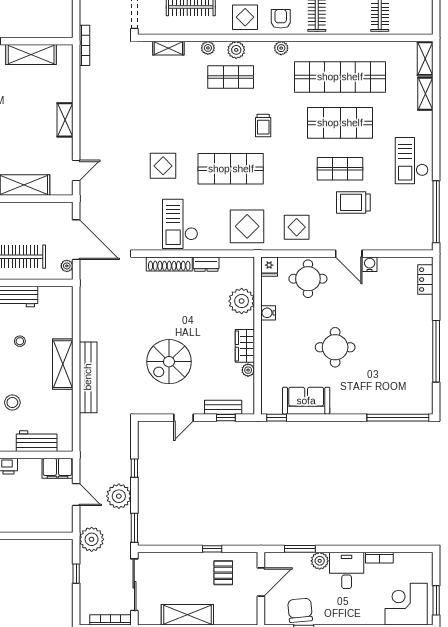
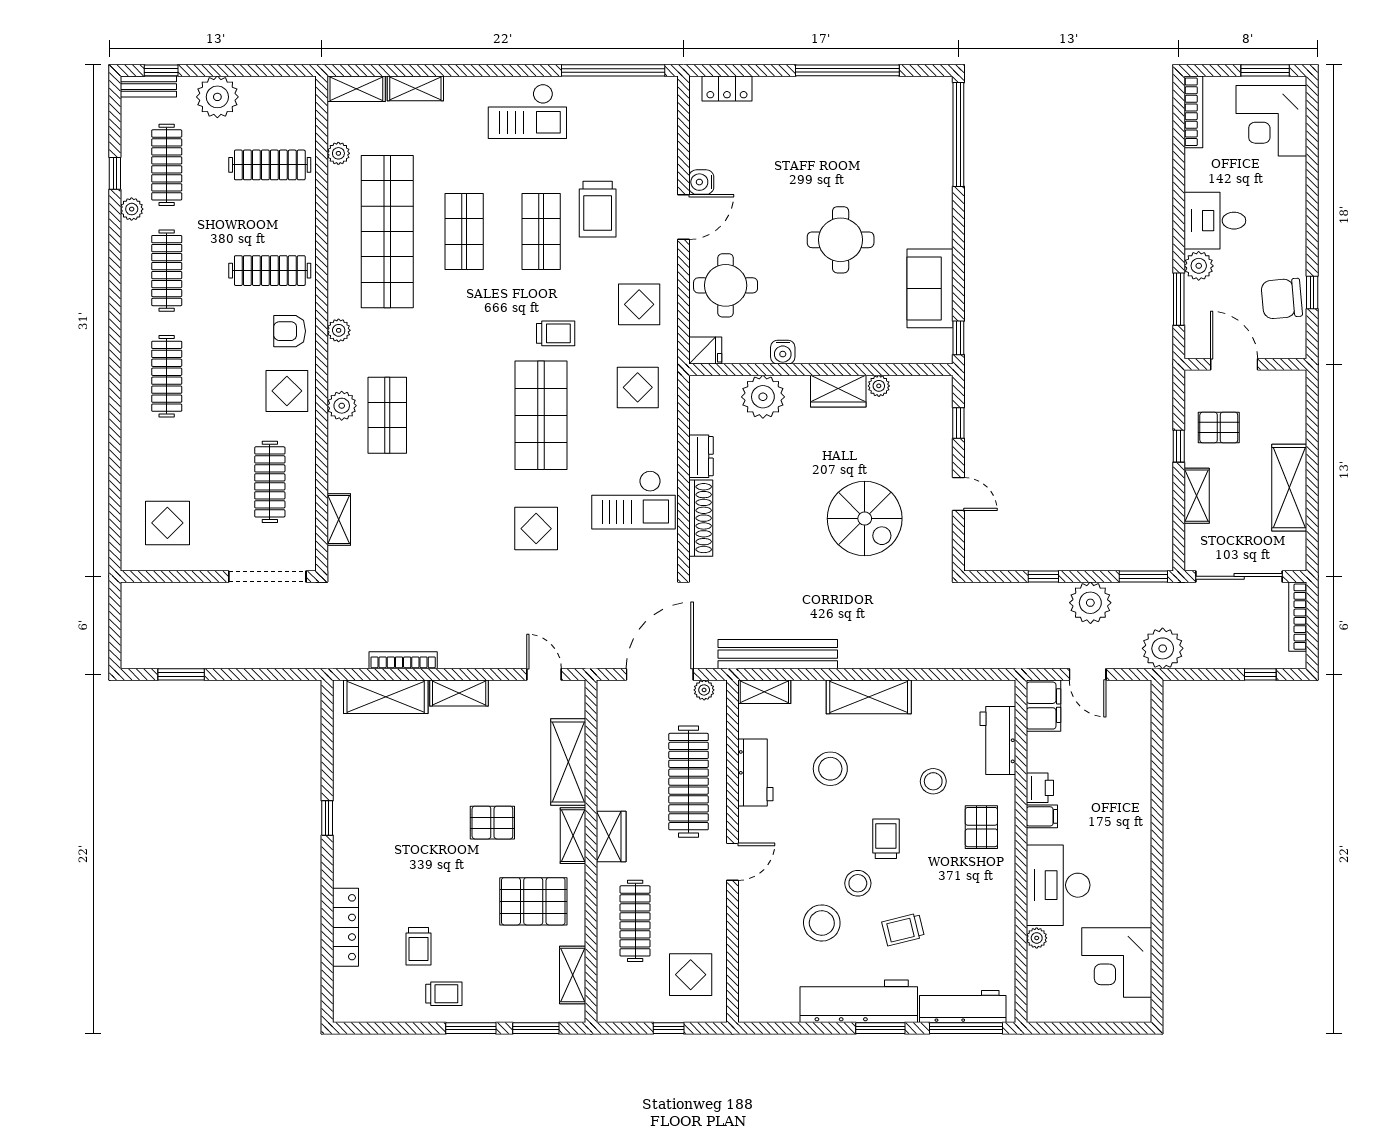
bookcase: (85, 45) -> (403, 660), moved
plant: (208, 48) -> (338, 153), moved
shelving: (31, 55) -> (386, 697), moved, turned 90
shop shelf: (340, 123) -> (464, 232), width x0.70, depth x0.74
trolley: (263, 126) -> (556, 333), moved
display table: (247, 226) -> (638, 387), width x0.73, depth x0.73
shelving: (66, 302) -> (764, 692), added
stool: (20, 341) -> (830, 769), width x1.89, depth x1.89
bench: (88, 377) -> (778, 654), moved
bench: (223, 407) -> (941, 428), removed
door: (76, 495) -> (1088, 674), swing flipped
bookcase: (379, 558) -> (1193, 112), moved, width x1.56
shelving: (183, 560) -> (1197, 496), added
window: (76, 574) -> (1260, 674), moved

